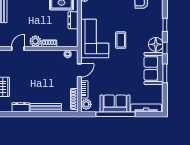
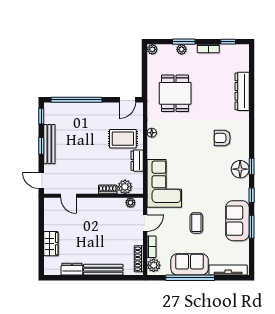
coffee table: (121, 40) -> (196, 223), moved
plant: (35, 41) -> (125, 187), moved
floor lamp: (156, 44) -> (240, 169), moved
door: (18, 48) -> (68, 196), swing flipped

